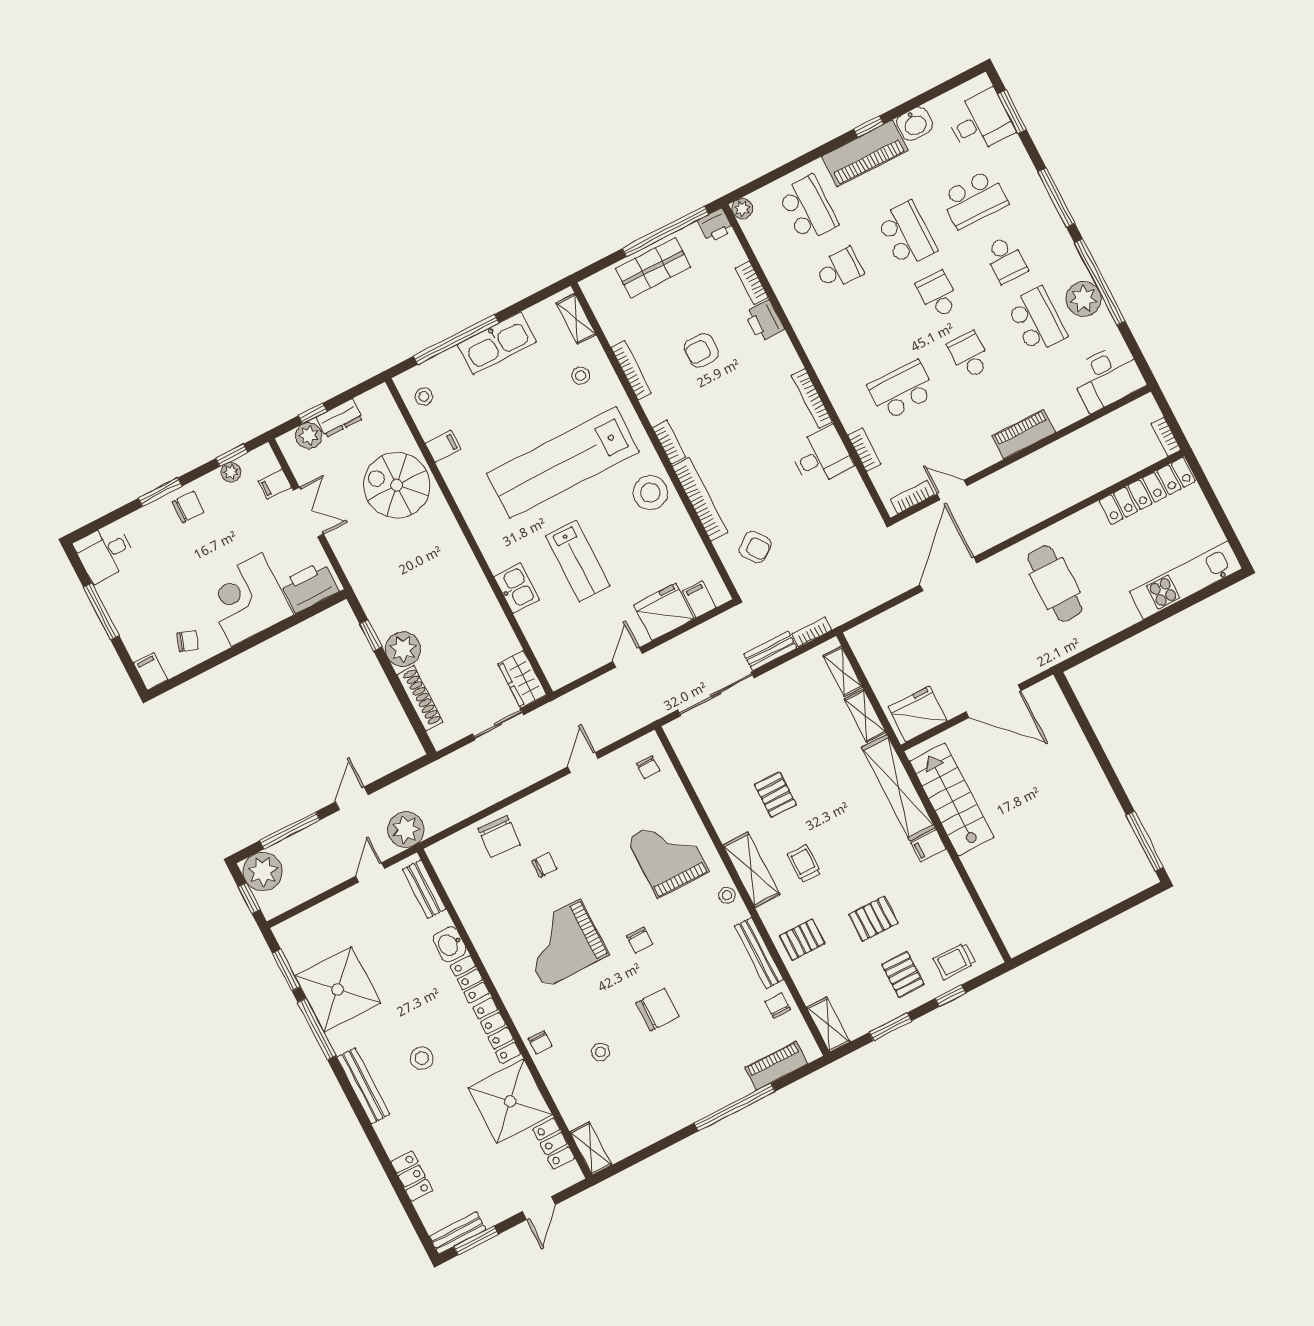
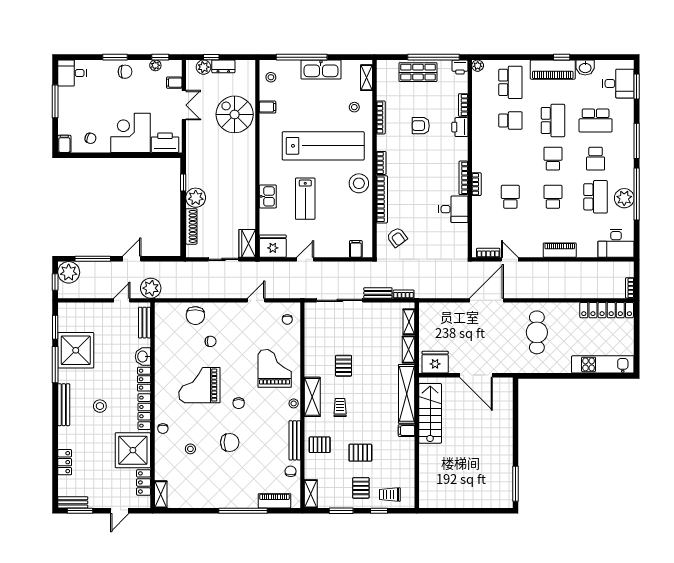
school desk: (902, 390) -> (510, 197), width x0.54
bookcase: (864, 450) -> (476, 184), moved
lab bench: (563, 462) -> (323, 146), turned 180
fridge: (664, 612) -> (273, 246), moved

